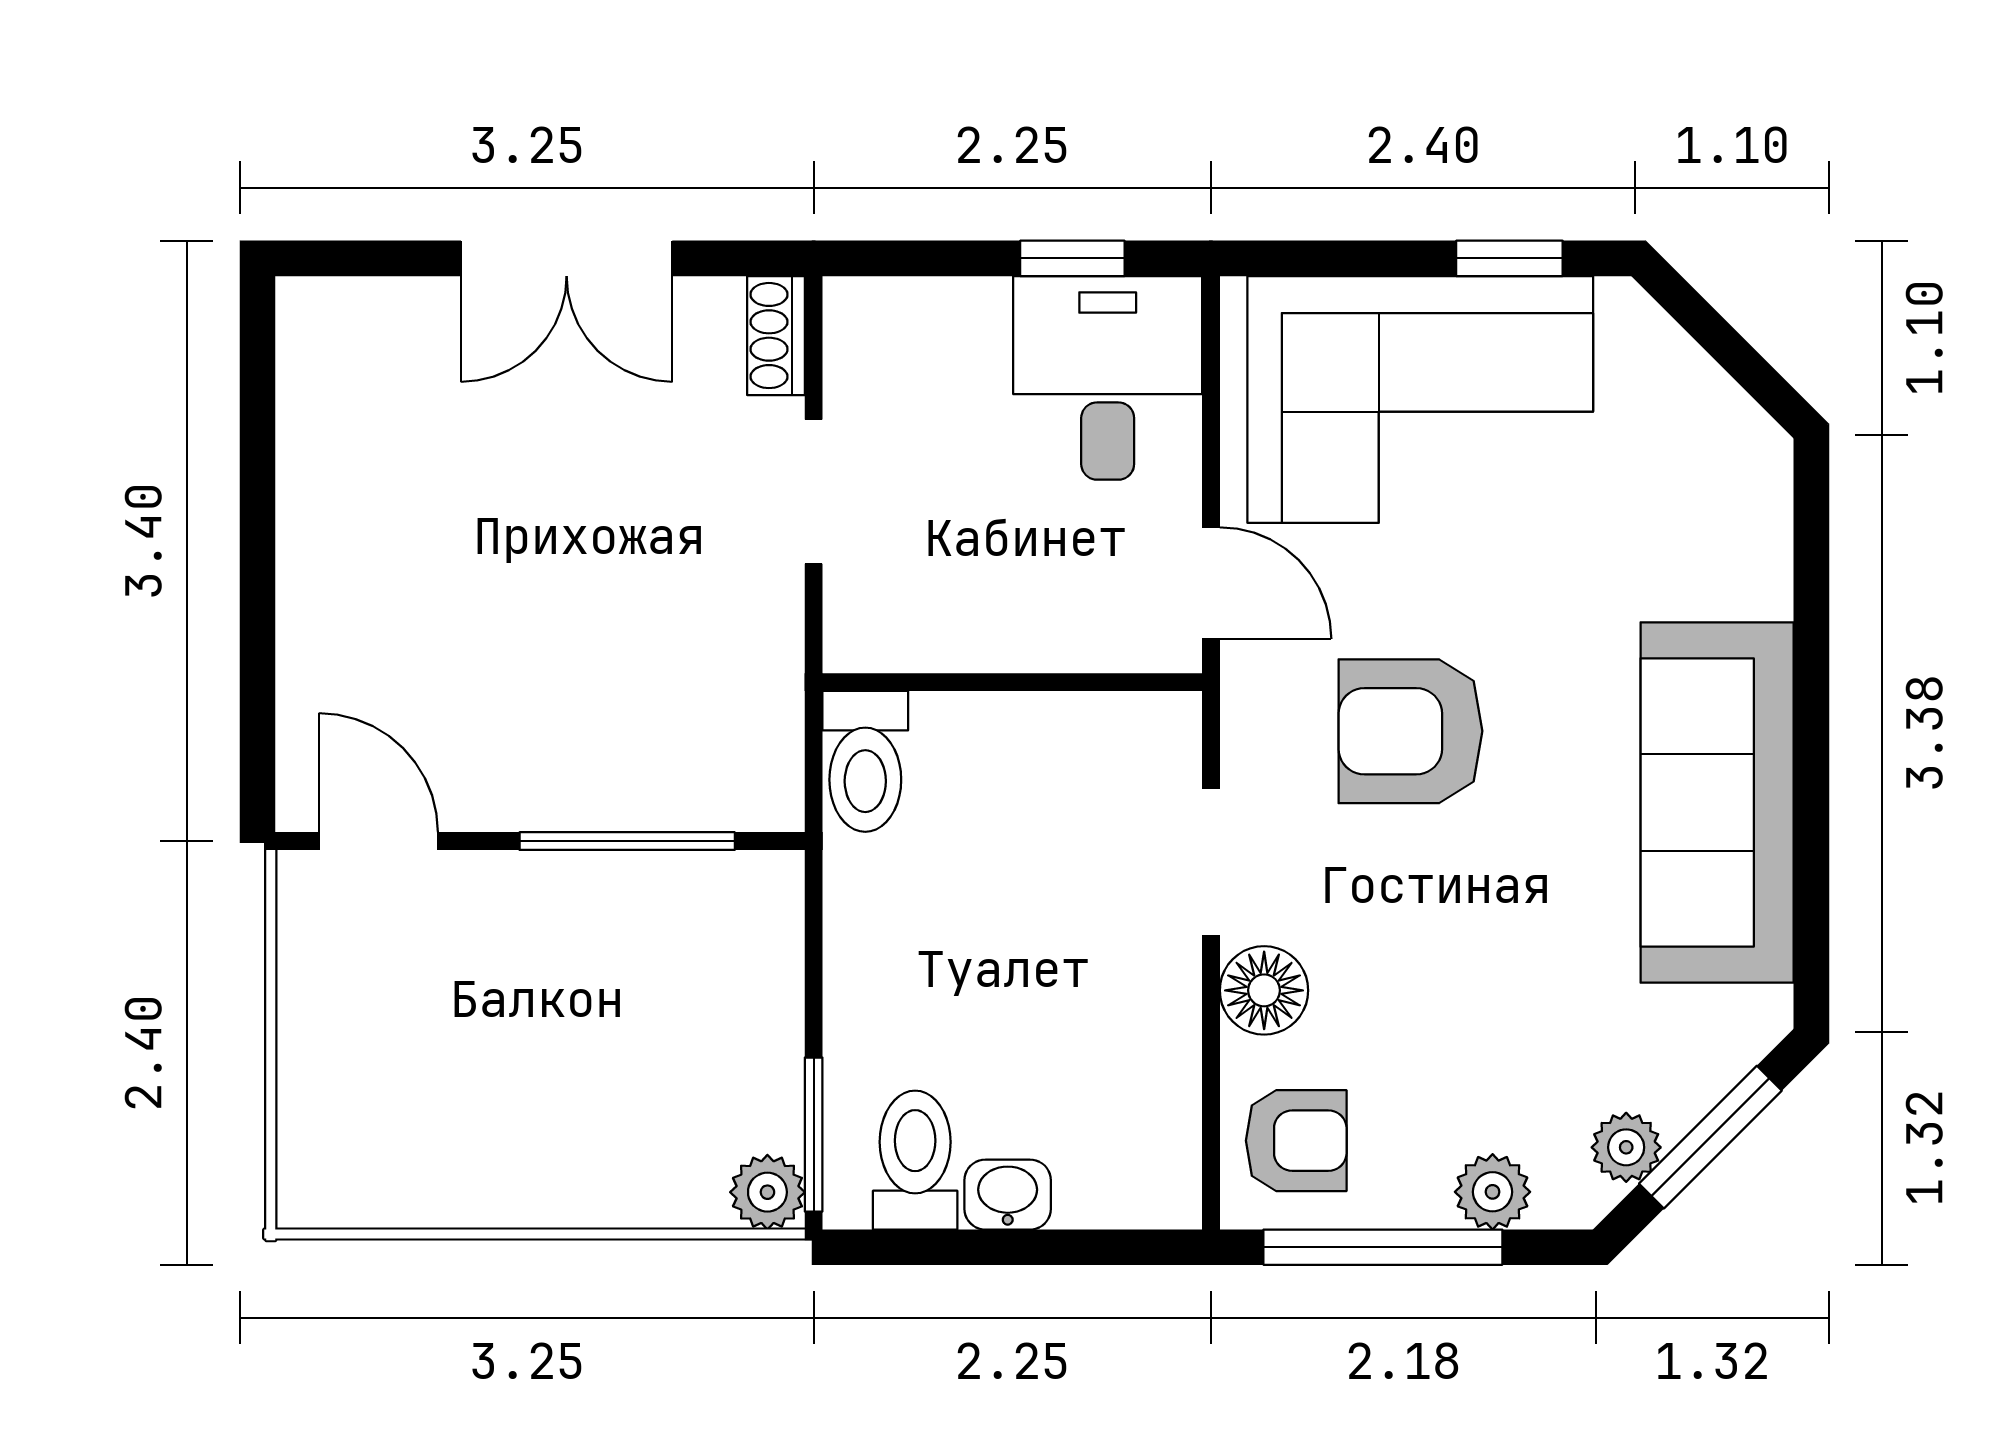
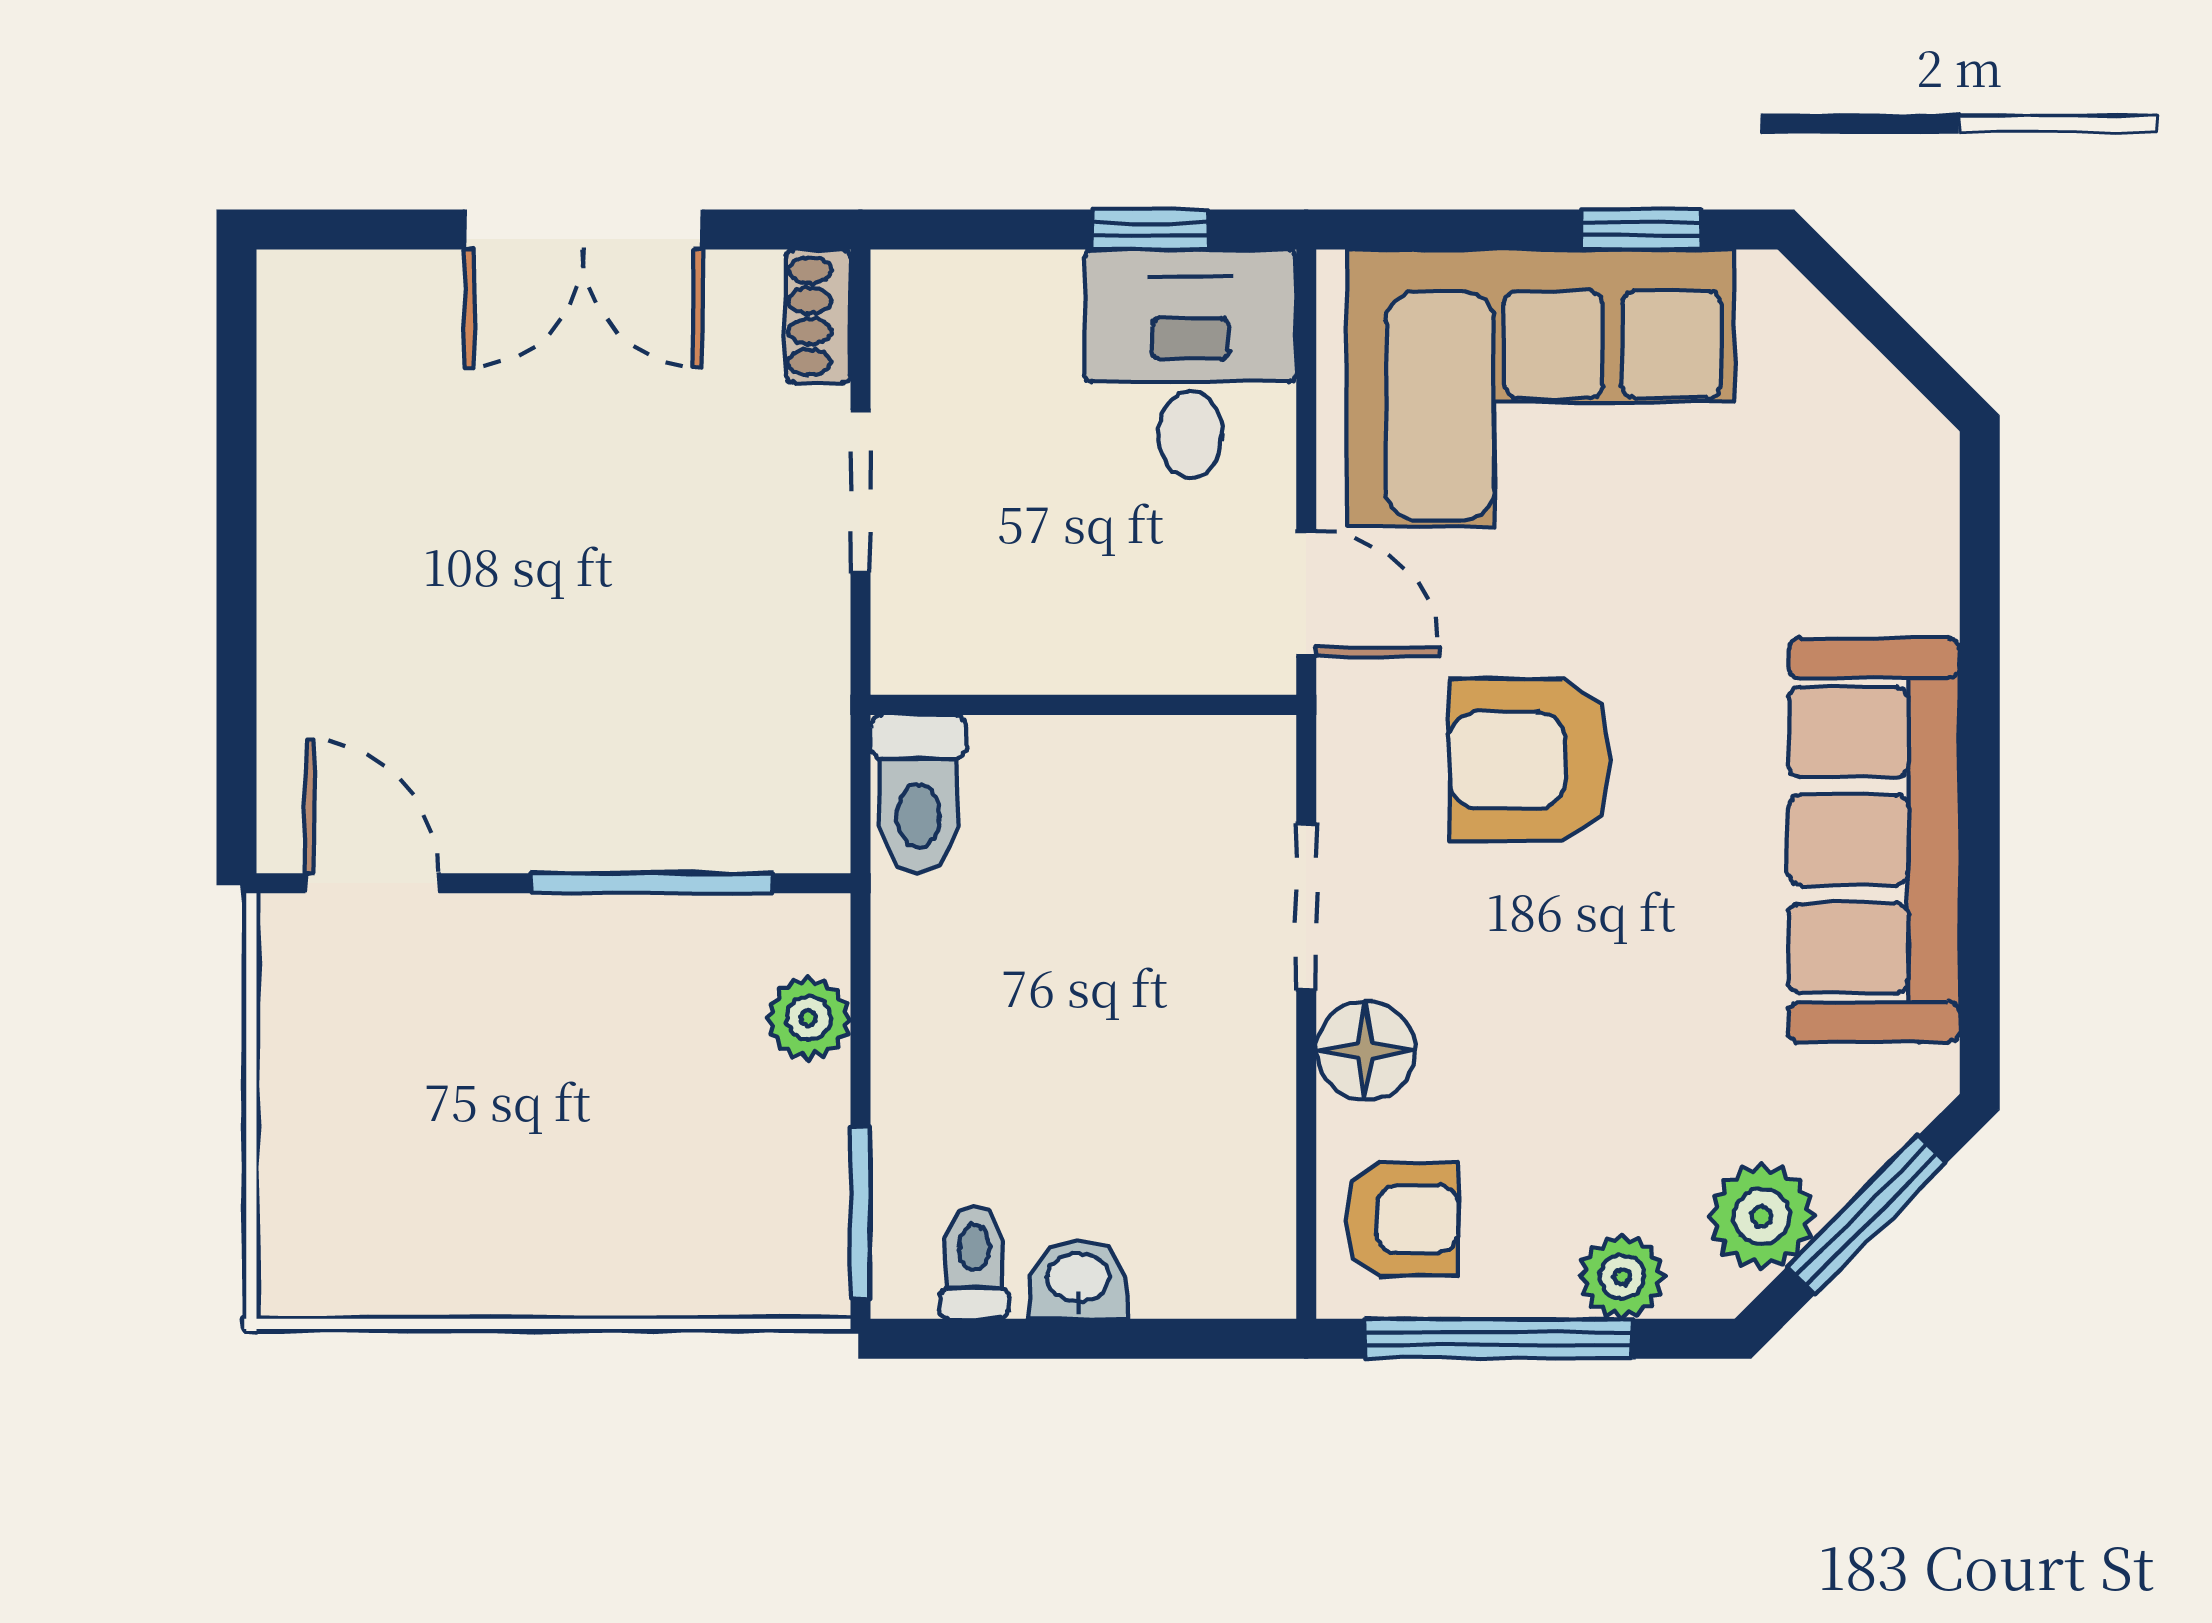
plant: (1626, 1147) -> (1762, 1216), width x1.38, depth x1.38
toilet: (915, 1160) -> (974, 1263), width x0.73, depth x0.72
plant: (767, 1192) -> (809, 1018), moved

